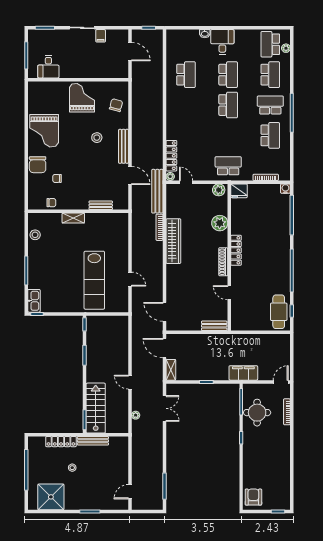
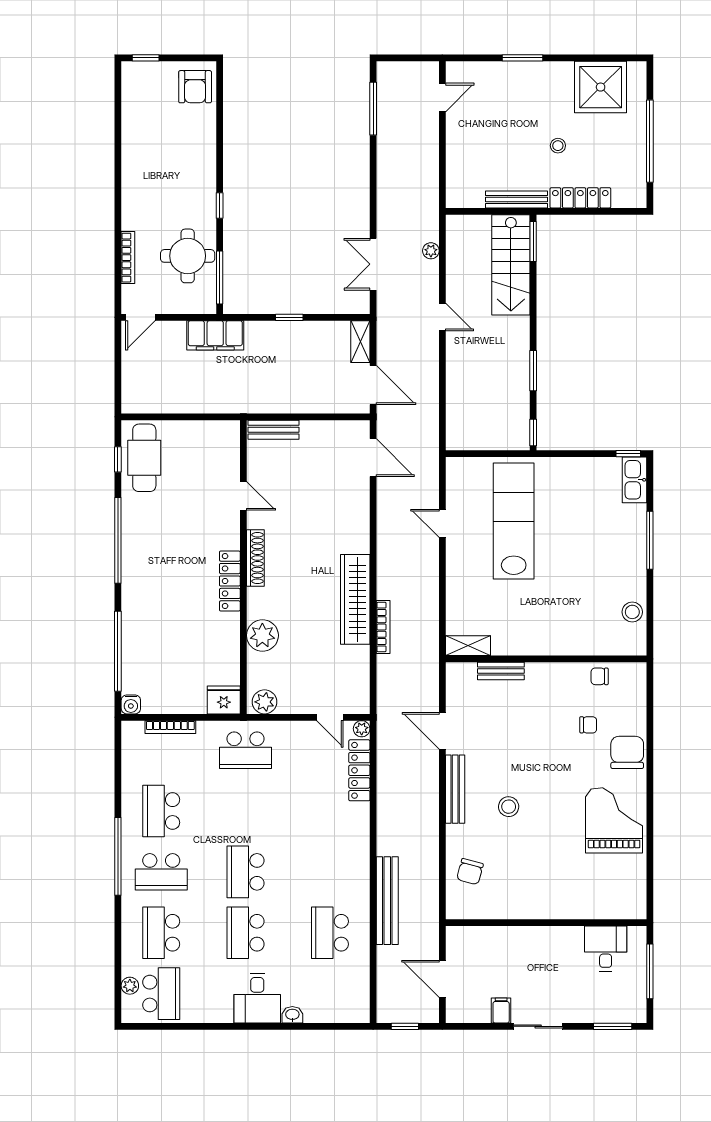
grand piano: (82, 98) -> (538, 886), removed
bench: (157, 191) -> (387, 901), moved
shelving: (73, 218) -> (468, 646), moved

